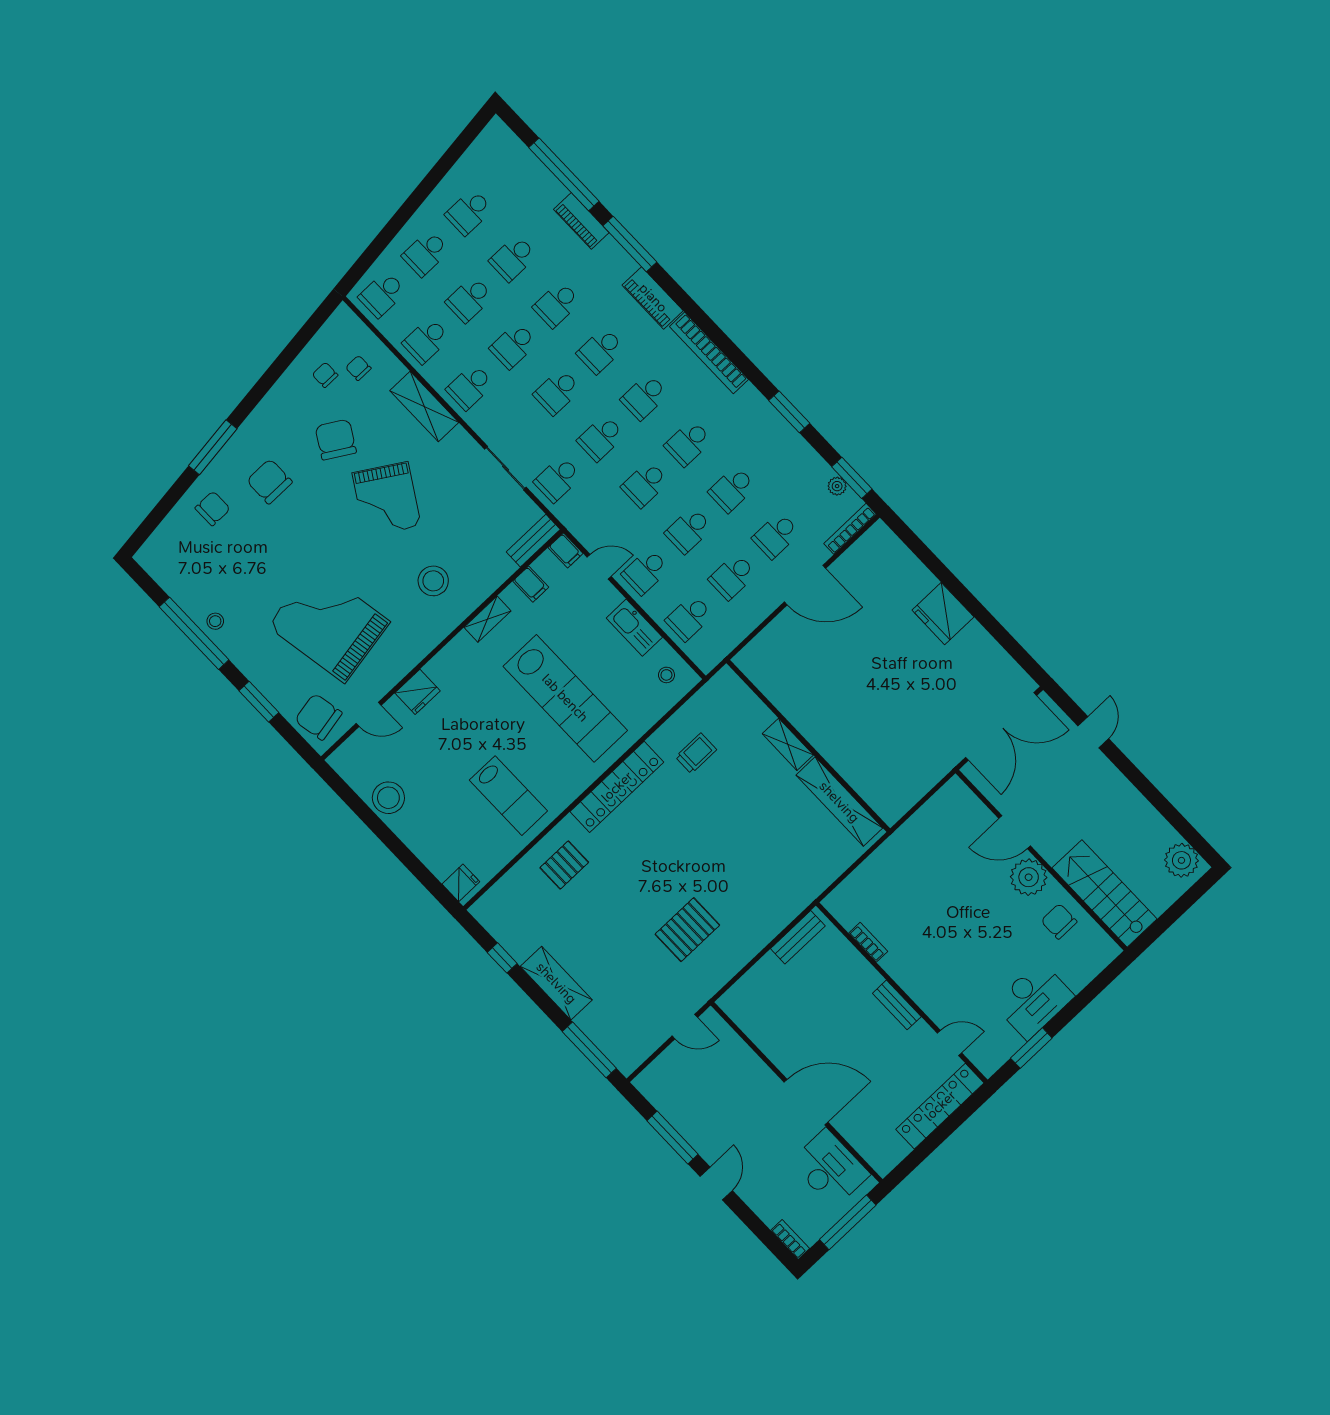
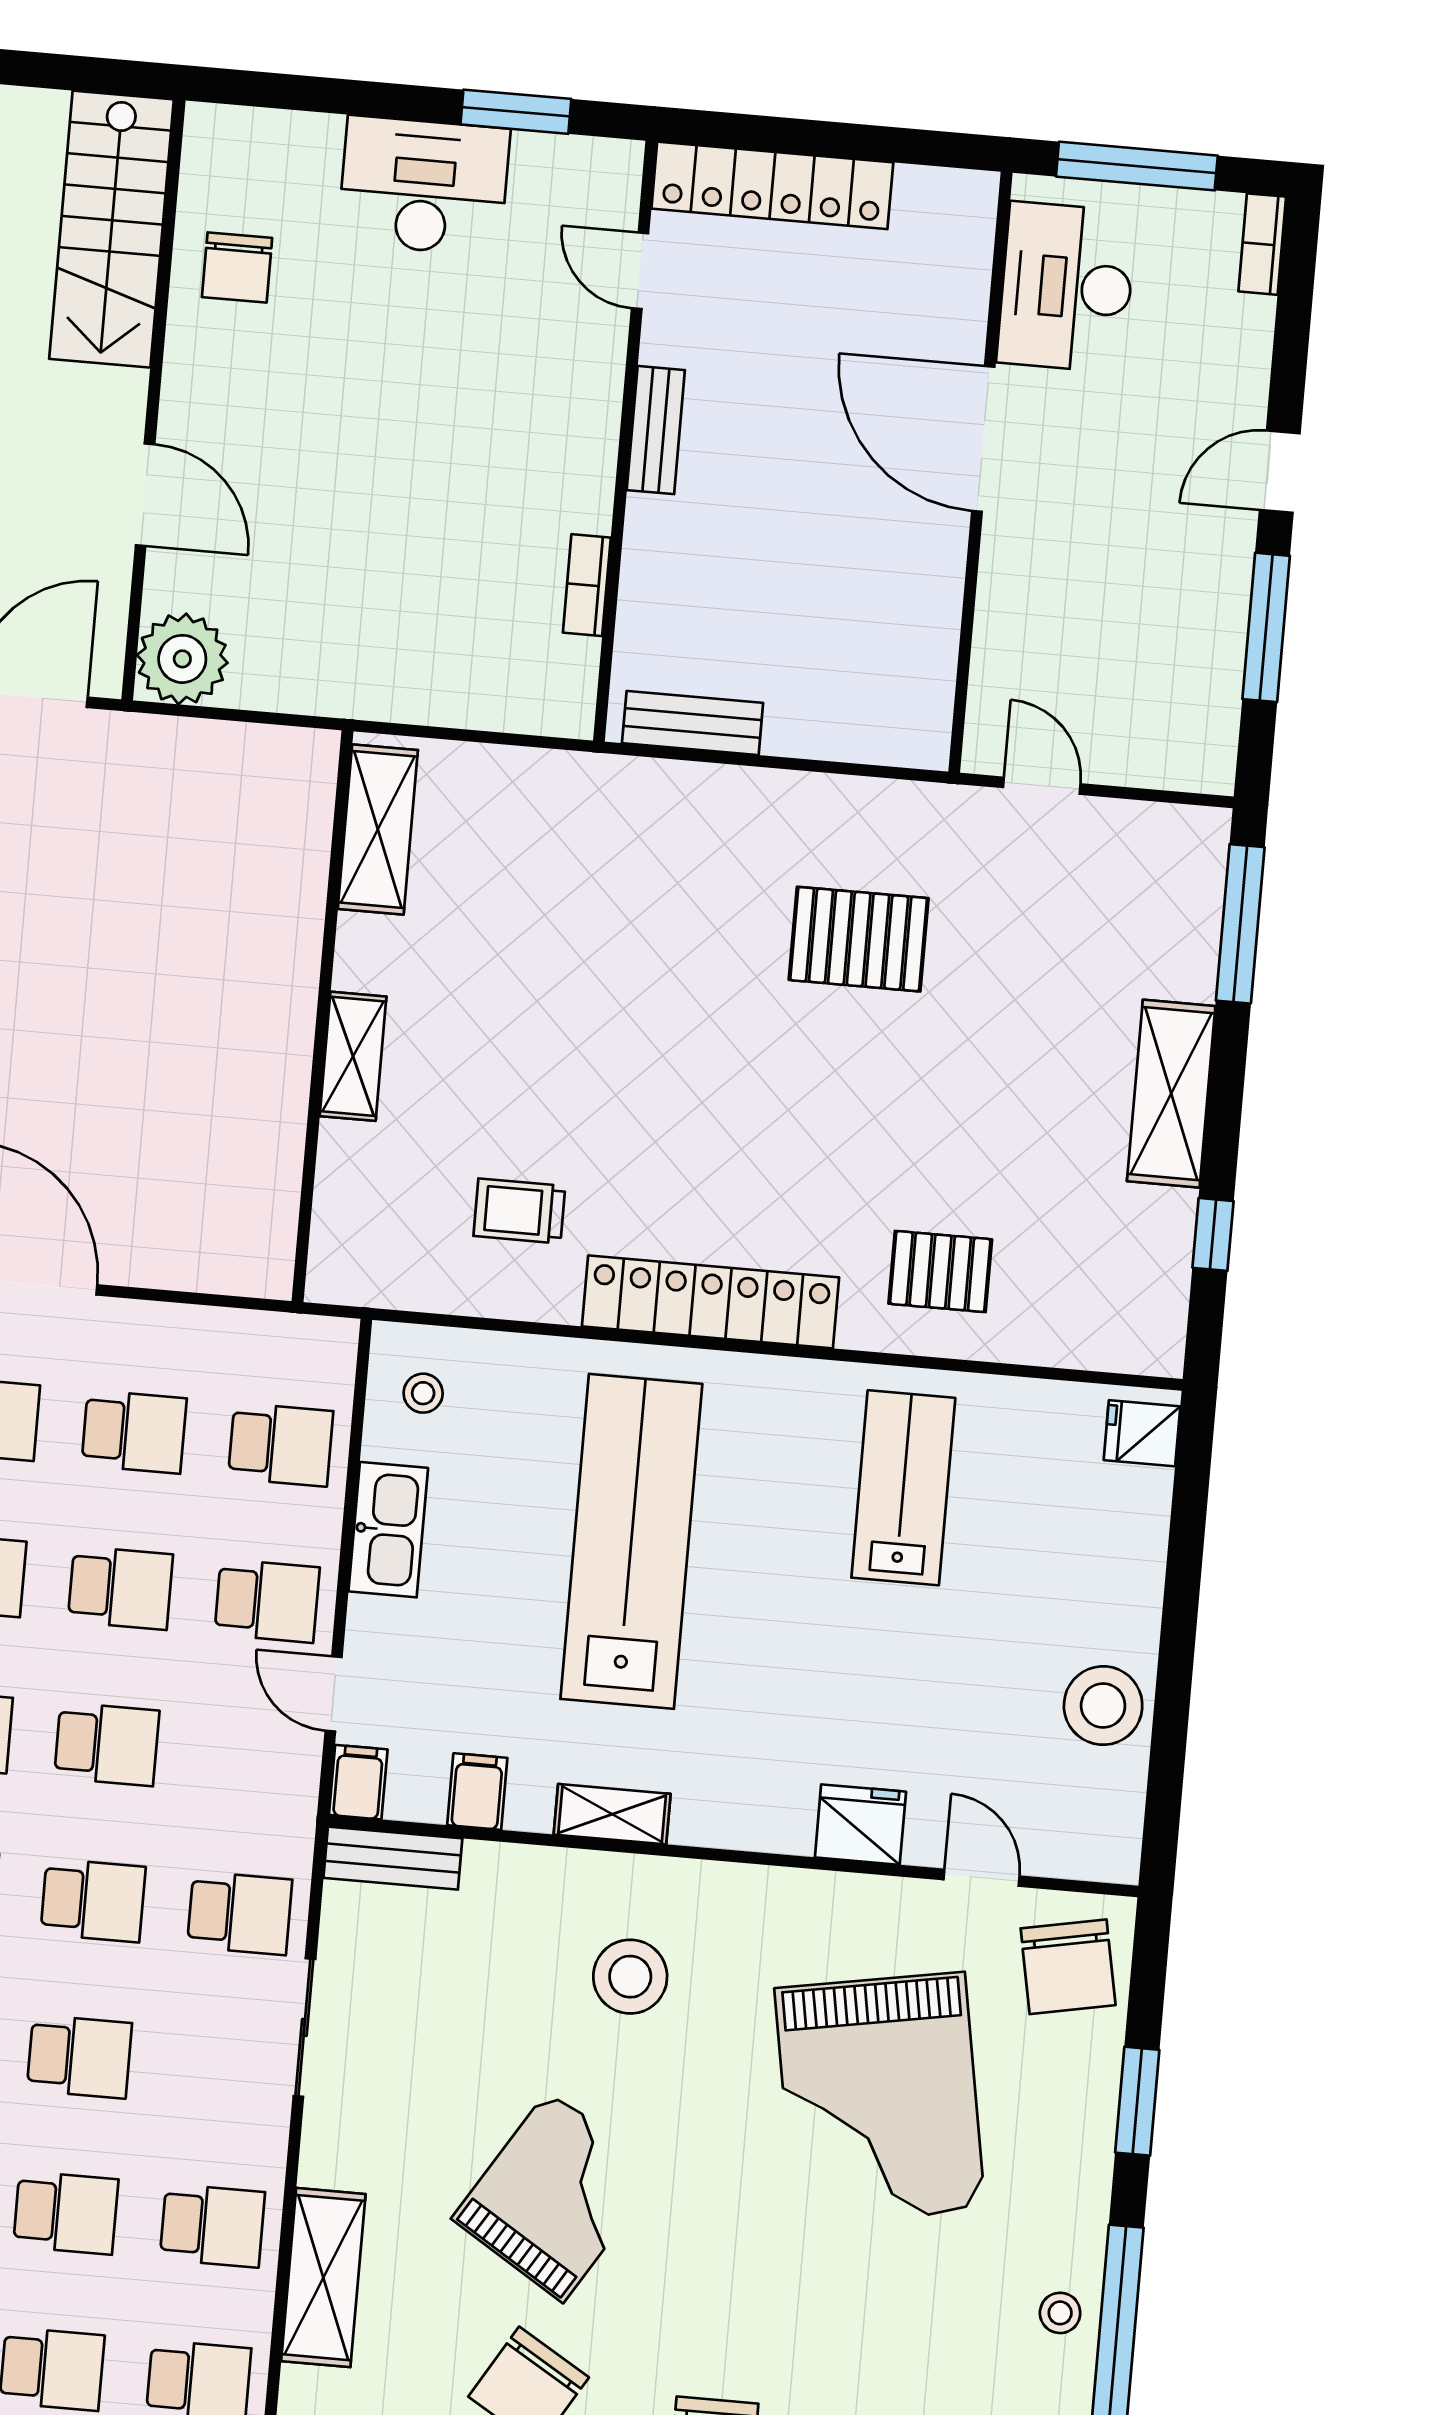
shelving: (839, 802) -> (378, 829), width x0.68
plant: (1029, 877) -> (182, 659), moved

